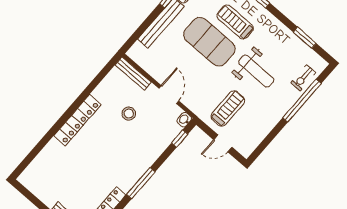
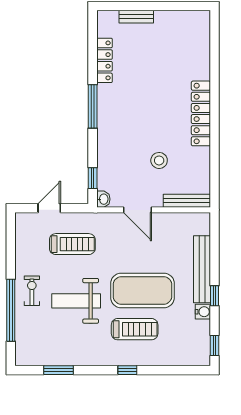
exercise bike: (303, 78) -> (32, 291), moved
treadmill: (228, 108) -> (72, 244), turned -90

